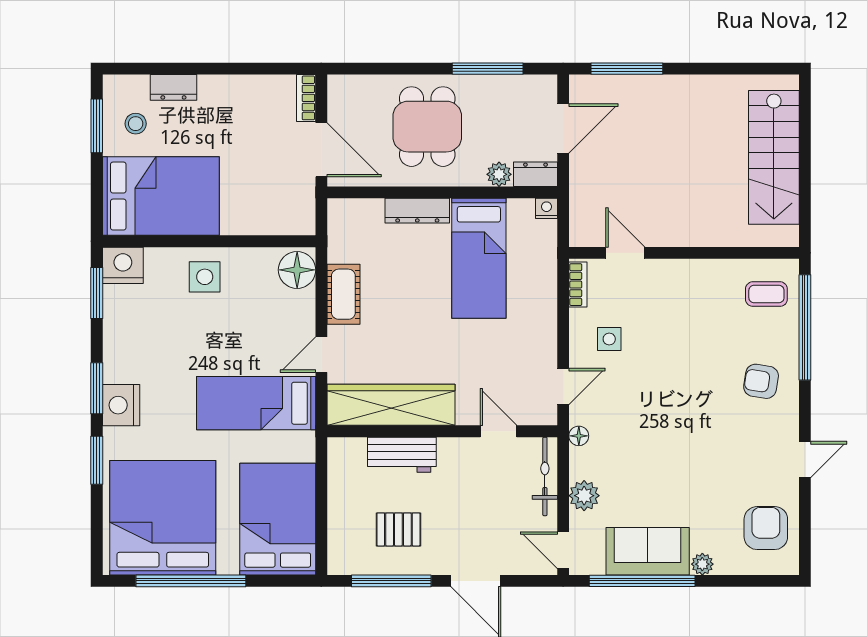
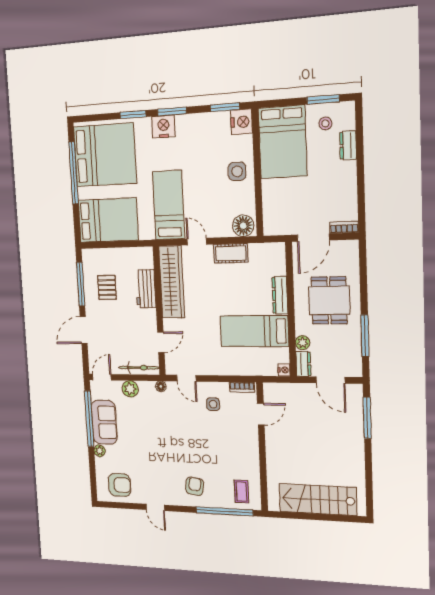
dining table: (427, 127) -> (329, 300), turned 90

